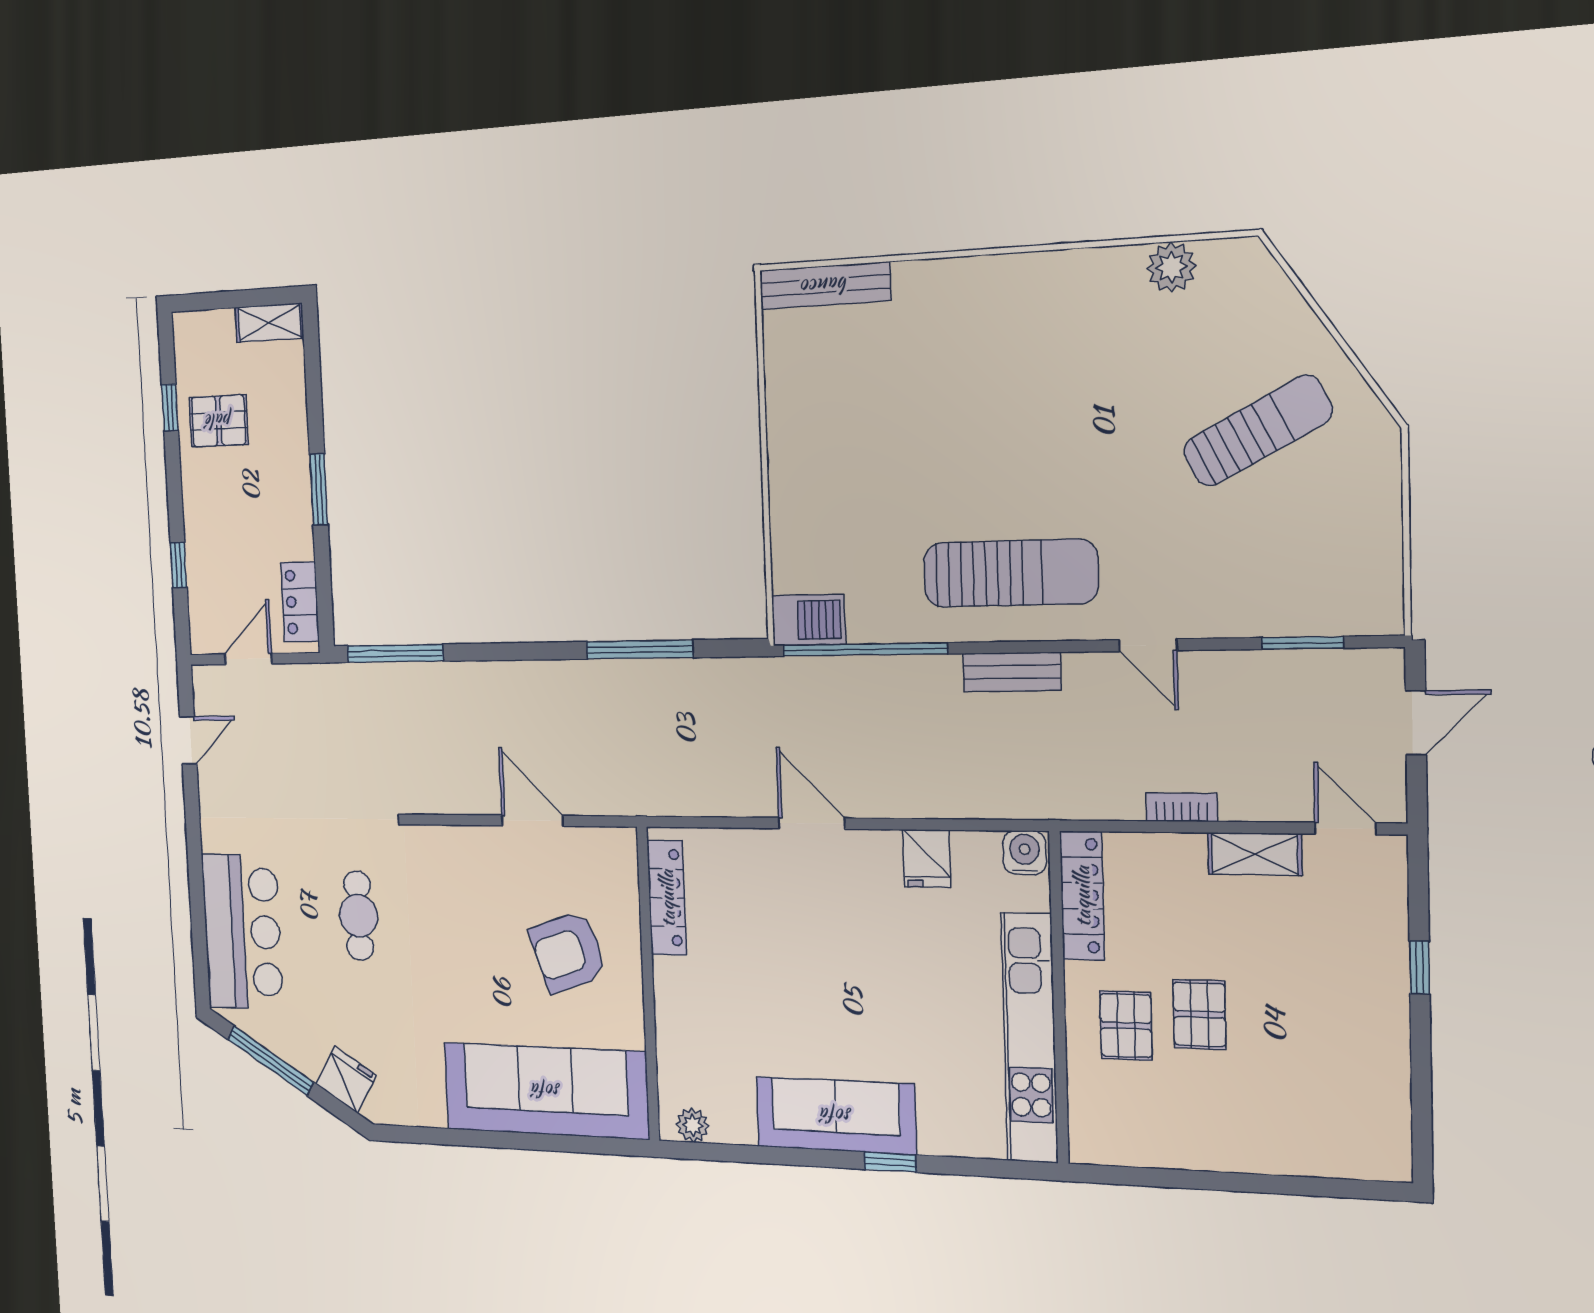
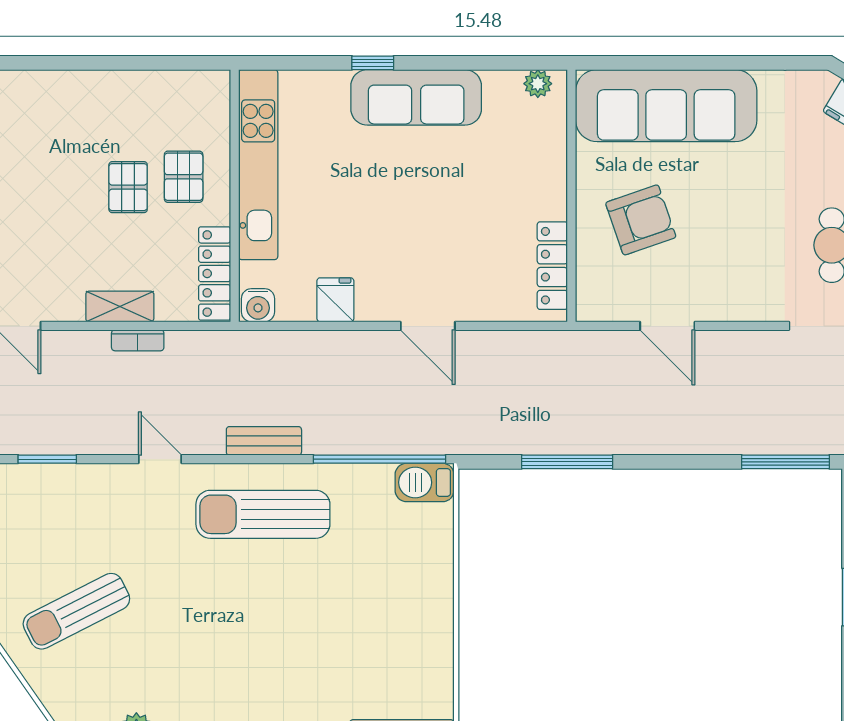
shelving: (1255, 854) -> (120, 306), moved

